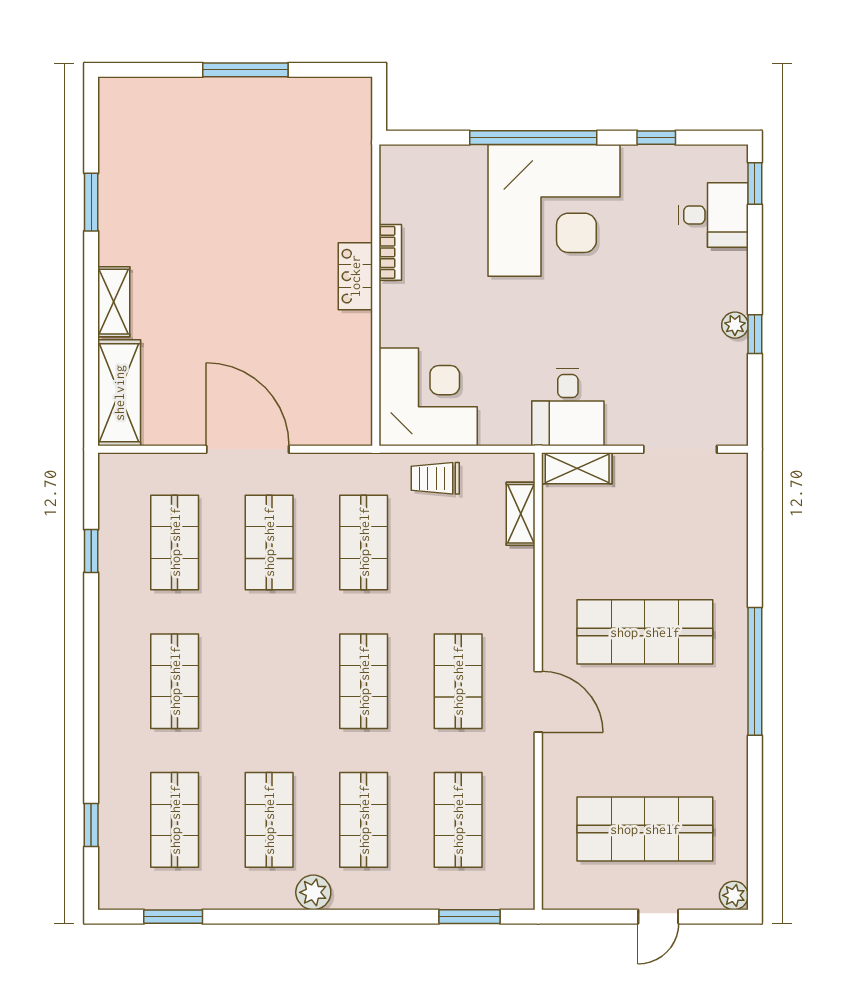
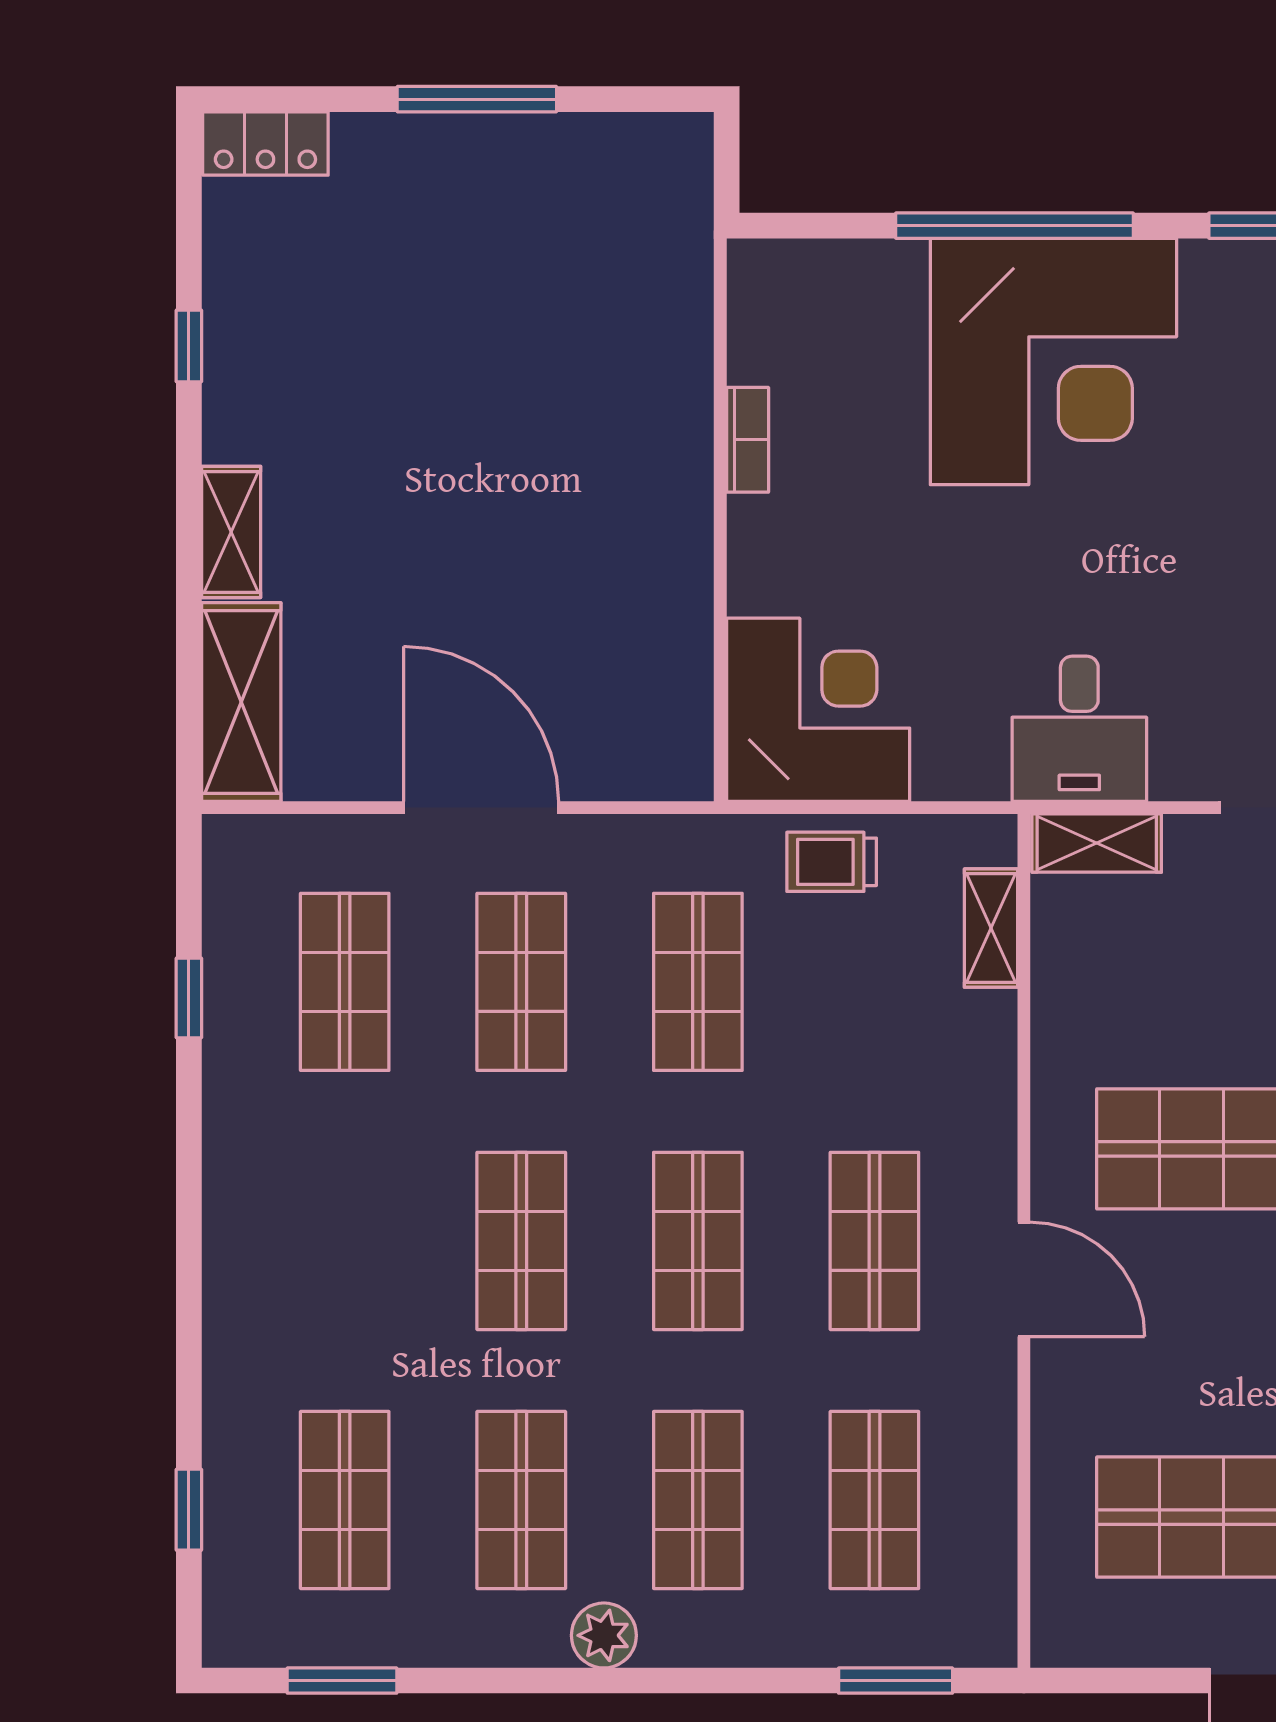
window: (91, 202) -> (189, 346), width x0.67
locker: (355, 276) -> (265, 143), moved, turned -90
shop shelf: (175, 681) -> (521, 1241), moved

